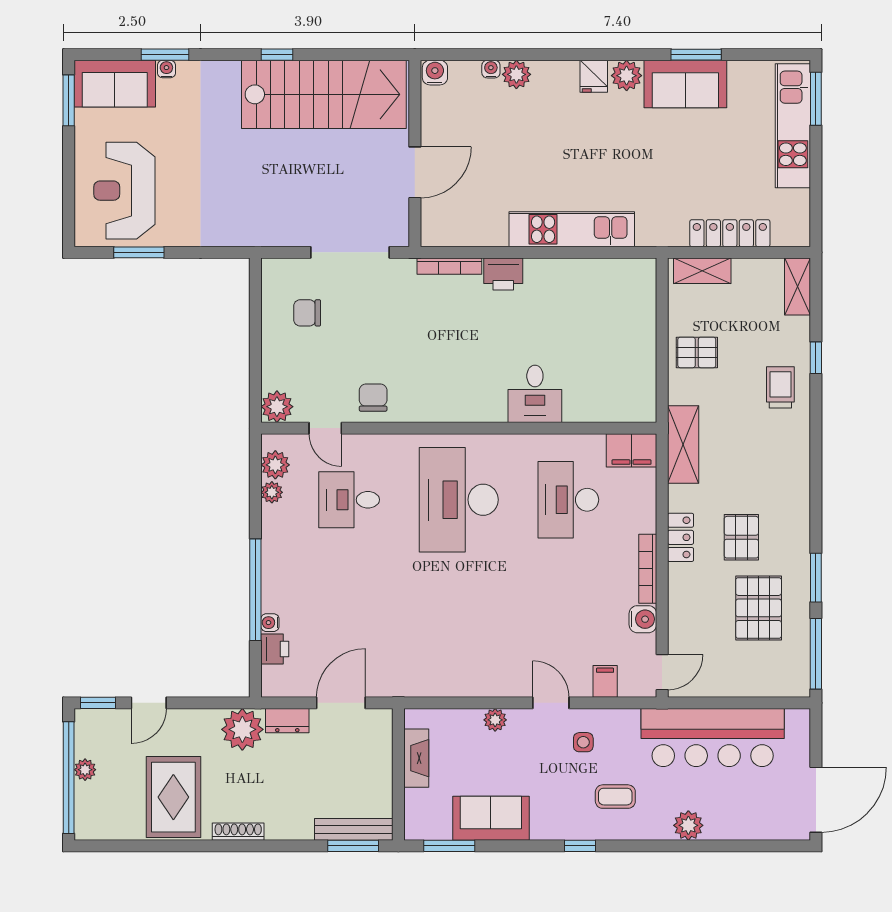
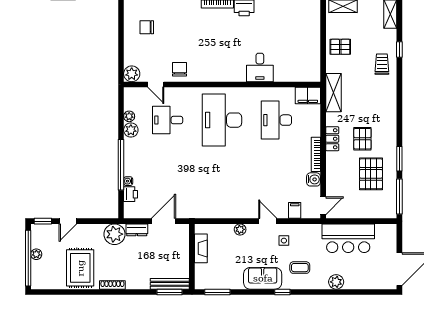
plant: (275, 465) -> (131, 130), moved
bar counter: (713, 738) -> (348, 238), width x0.73
sofa: (491, 818) -> (263, 278), moved

